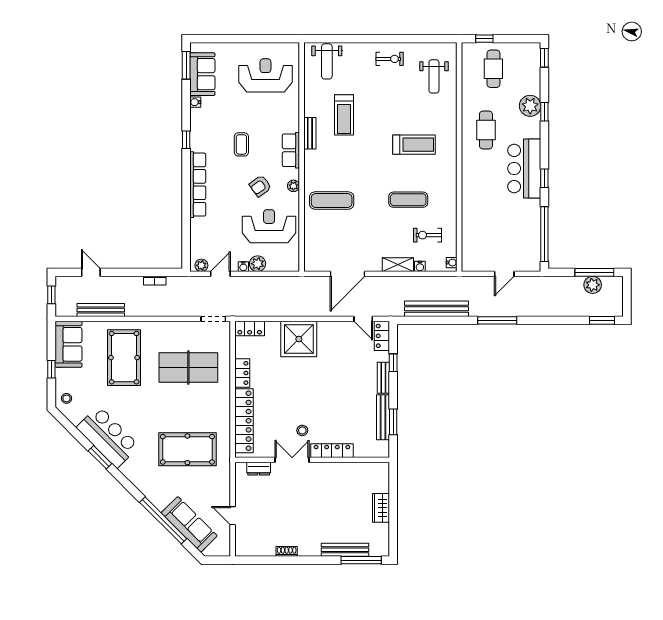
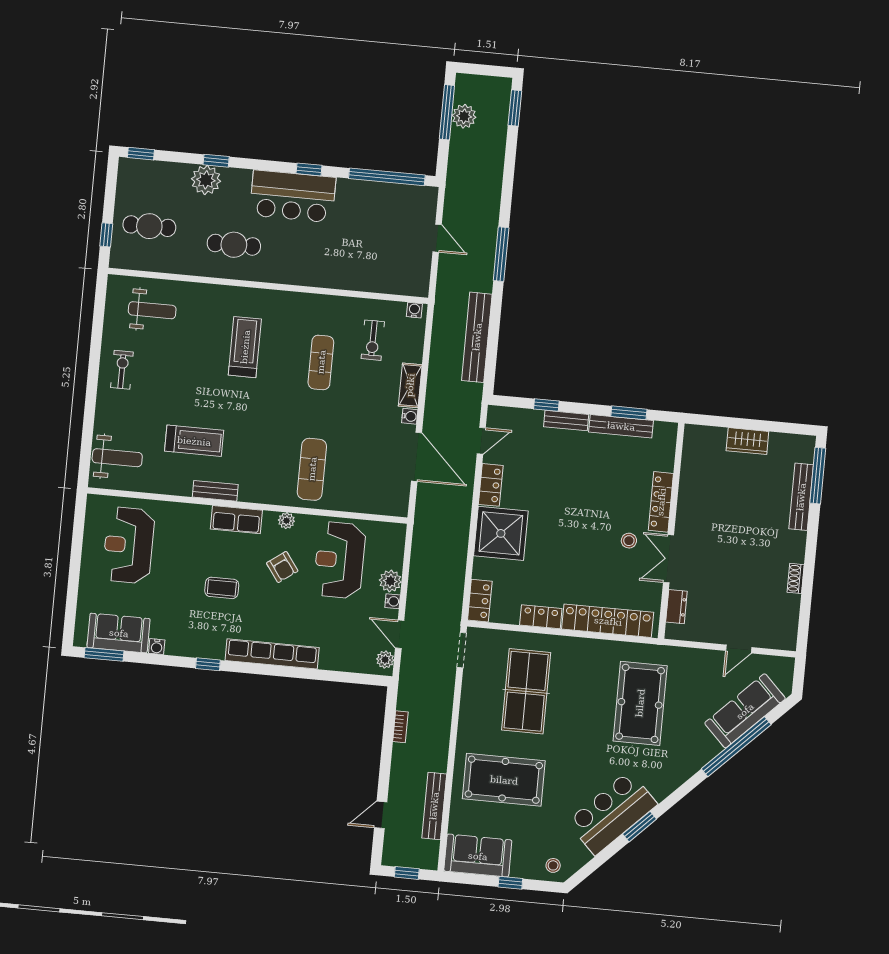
water cooler: (420, 266) -> (410, 416), moved
locker: (382, 336) -> (491, 485), moved, turned -90

